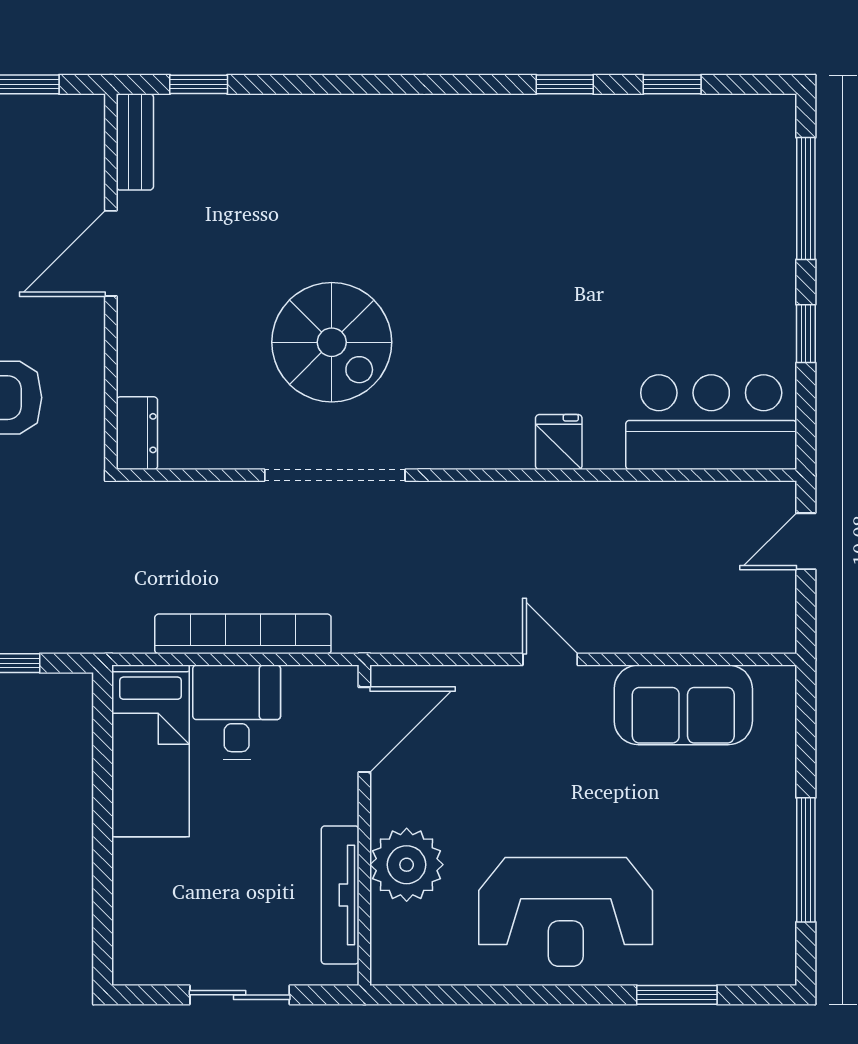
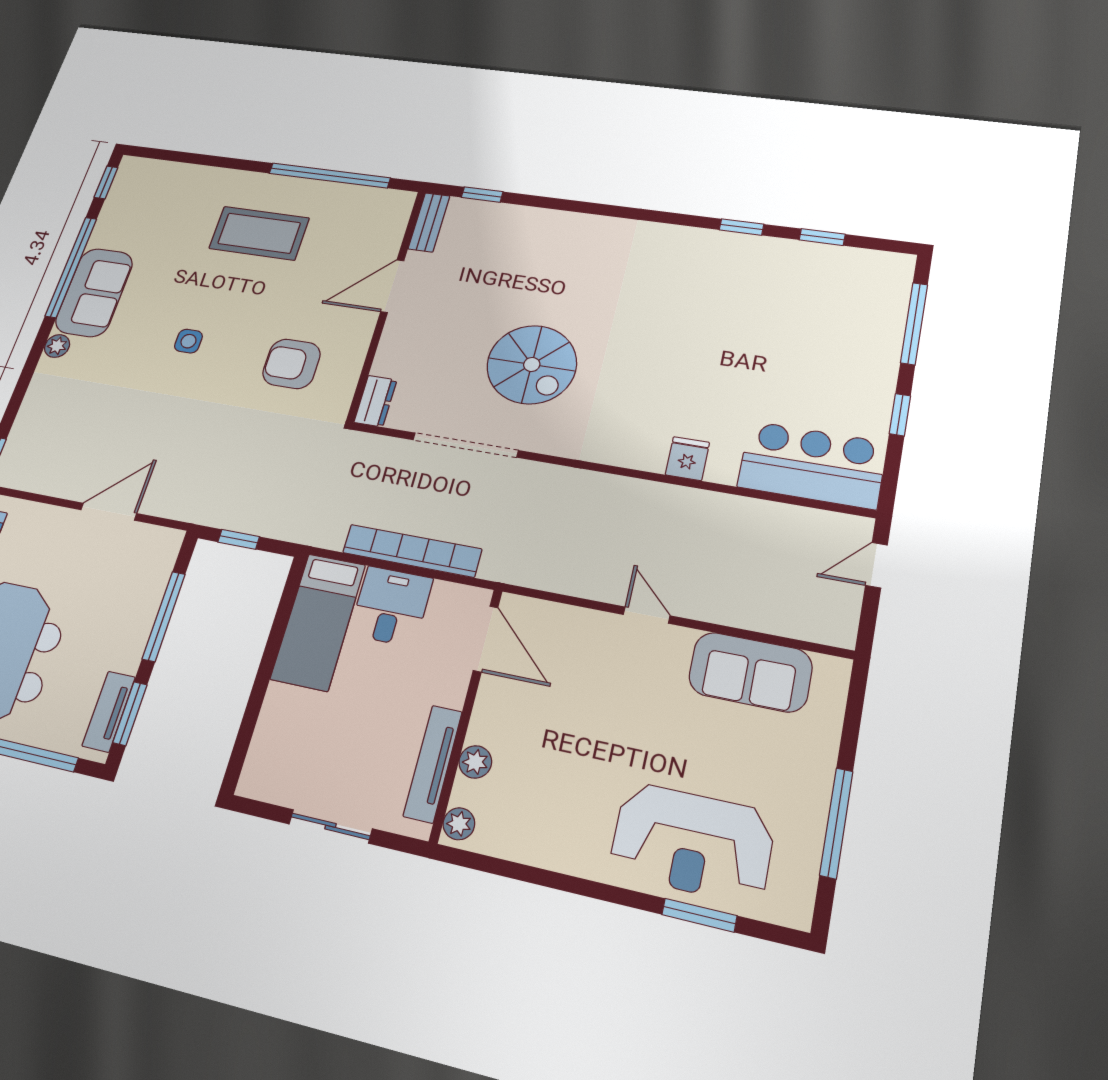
doorway: (335, 475) -> (465, 445), moved
door: (364, 730) -> (486, 639), hinge flipped
plant: (407, 865) -> (475, 762), width x0.53, depth x0.53
reception desk: (566, 912) -> (692, 843), moved
plant: (389, 957) -> (459, 824), added

